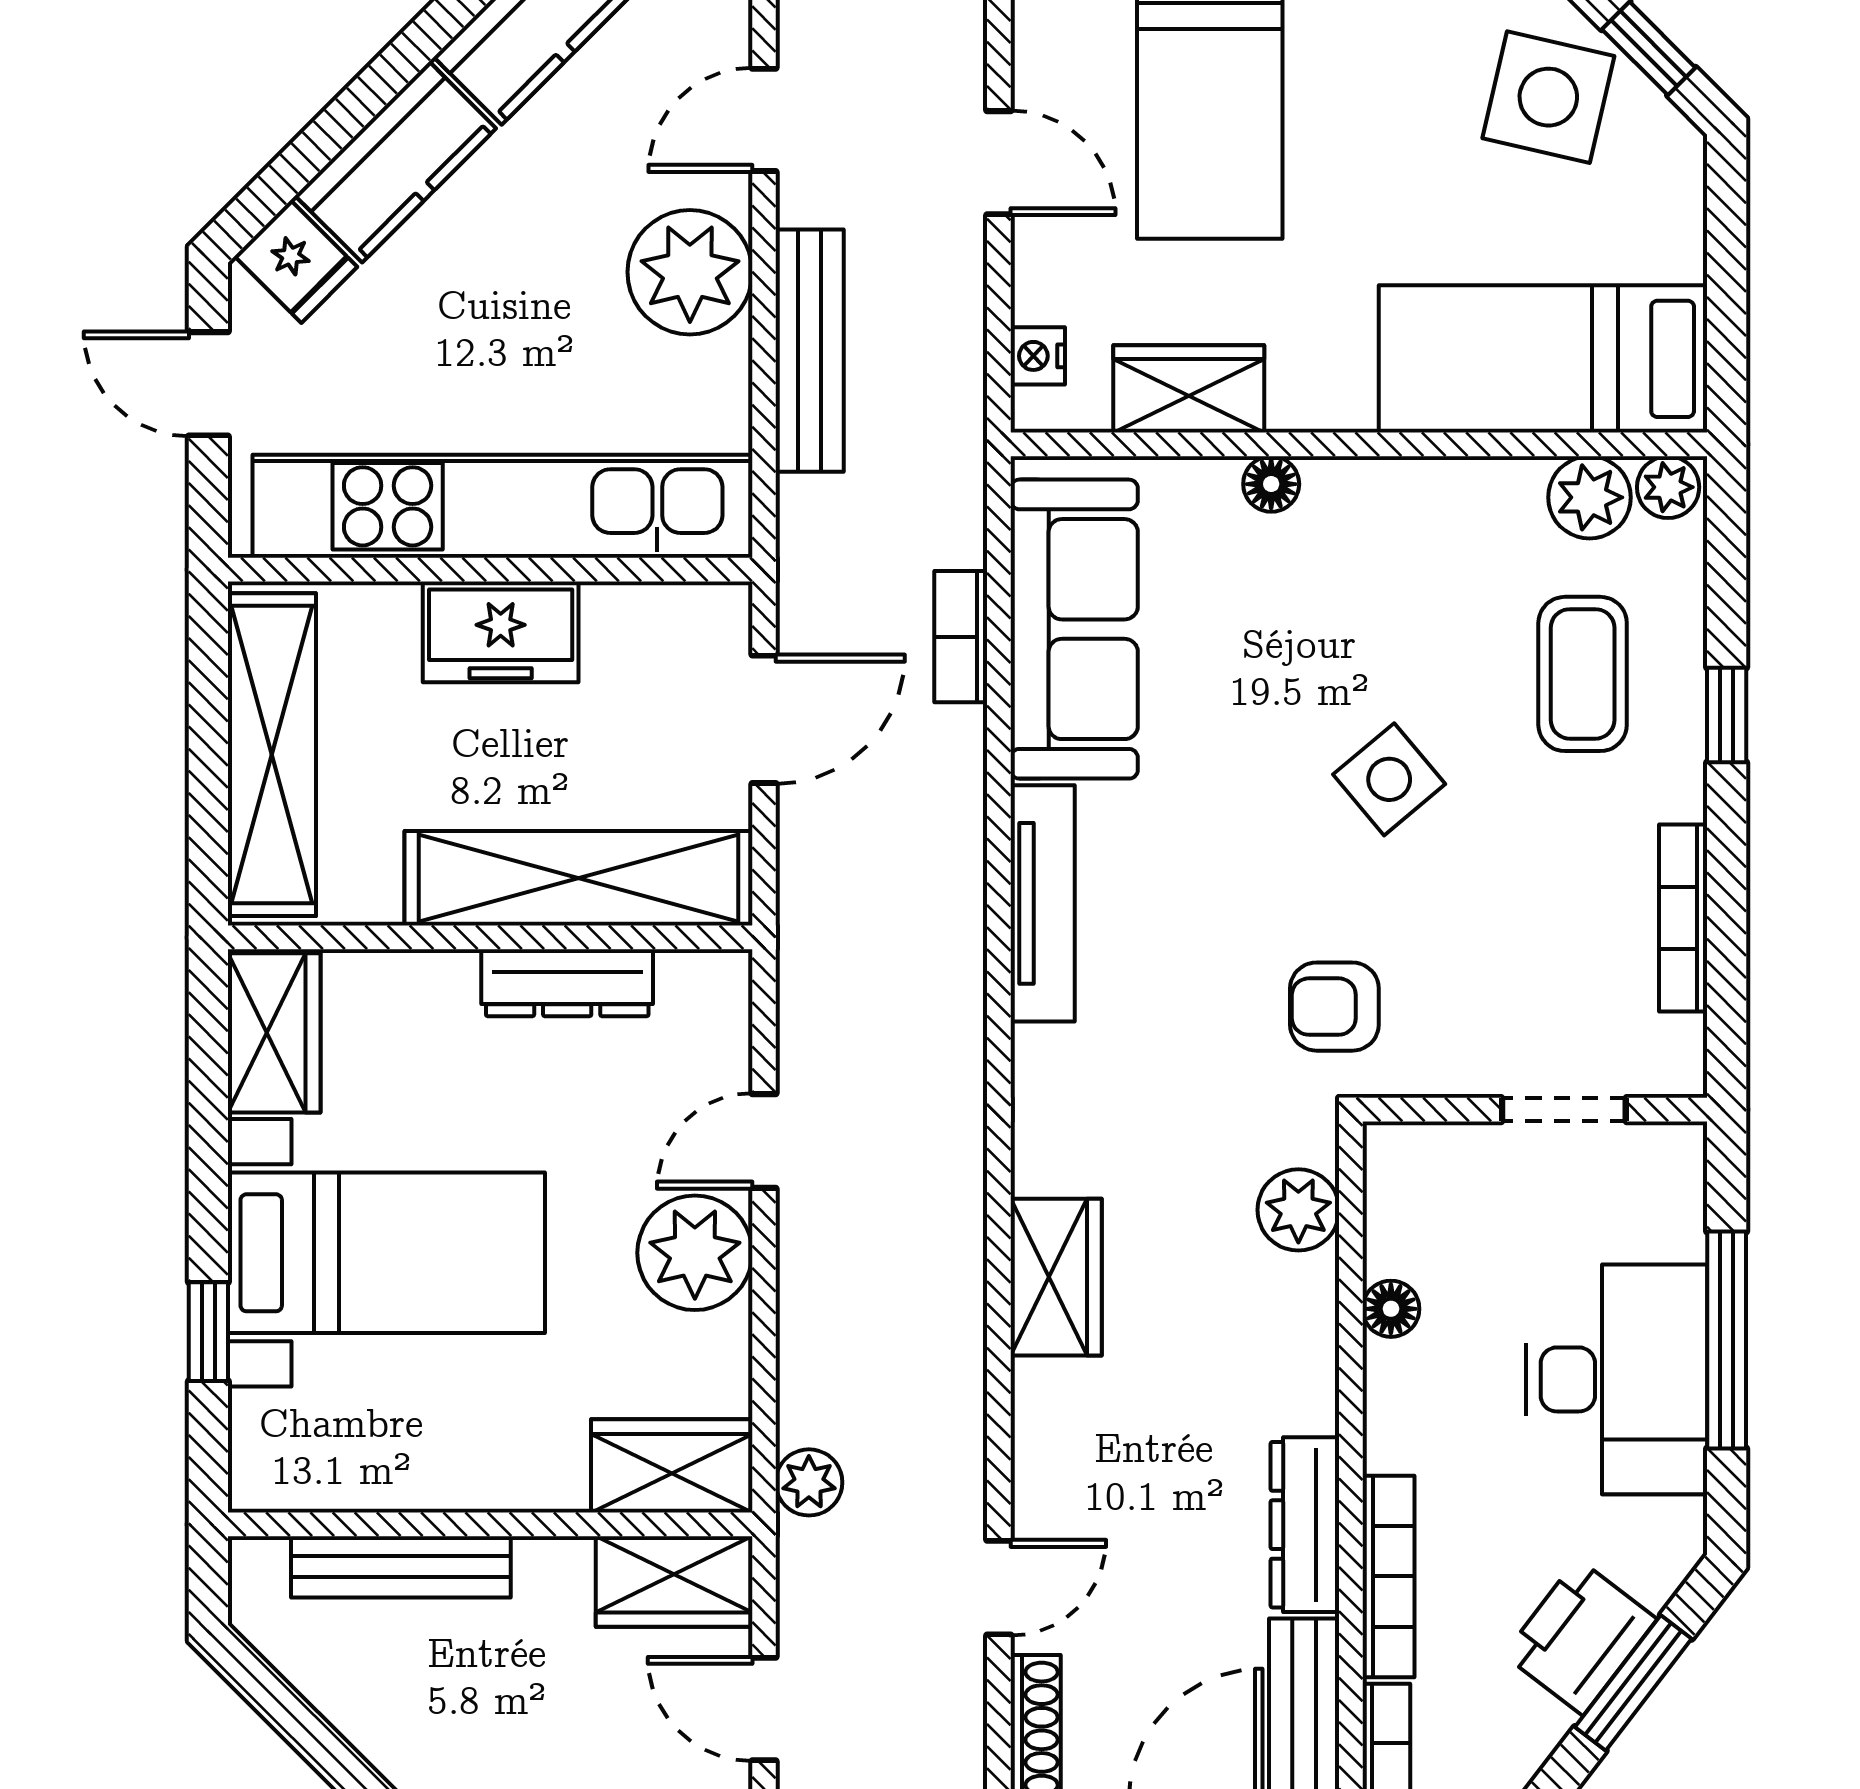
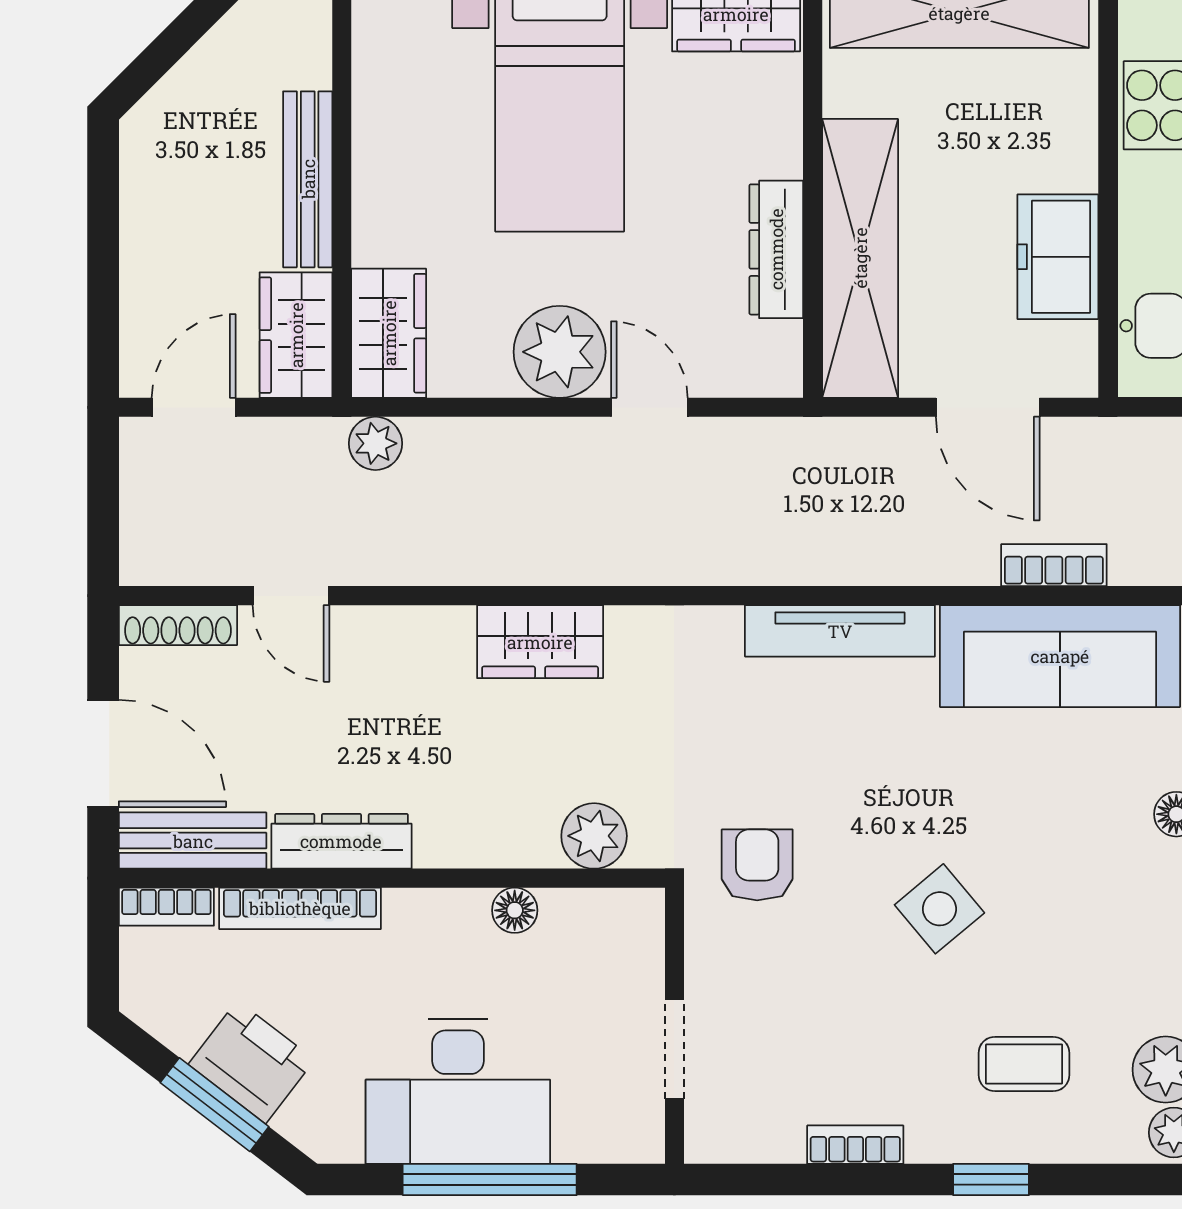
freezer: (501, 632) -> (1058, 257), moved
coffee table: (1583, 674) -> (1024, 1064), width x0.73, depth x0.77
bookcase: (1683, 918) -> (855, 1145), width x0.64
bench: (401, 1567) -> (308, 179), moved

